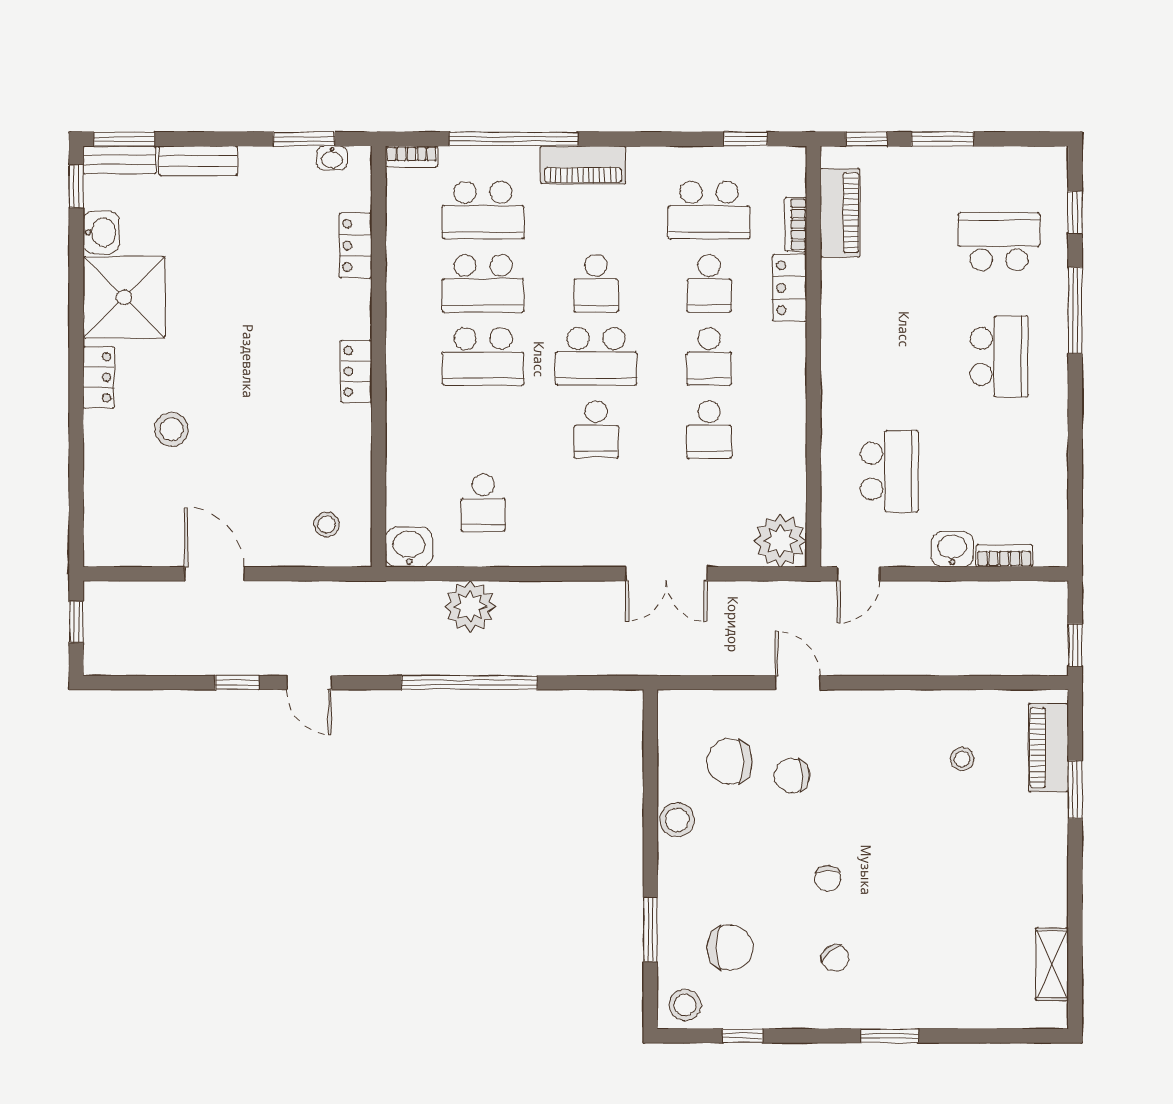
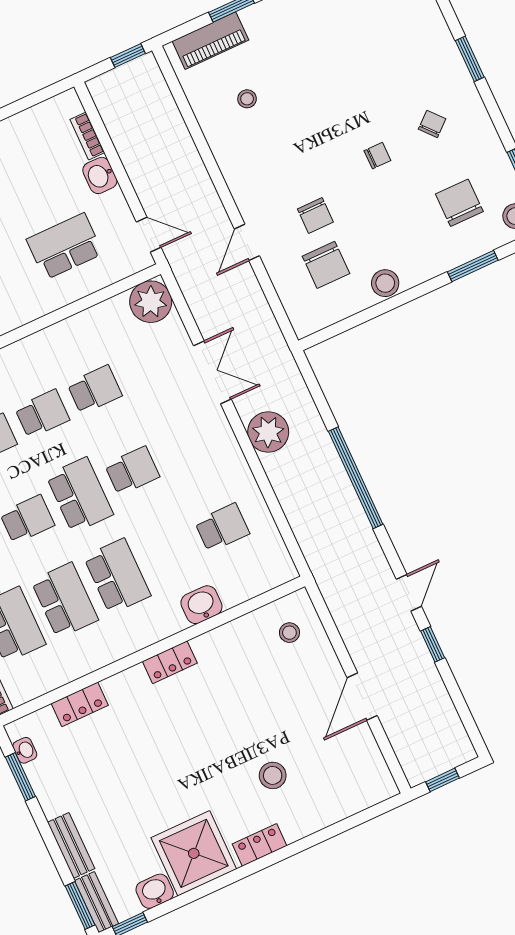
washbasin: (409, 547) -> (201, 605), moved, turned 90
plant: (470, 606) -> (268, 432), moved

